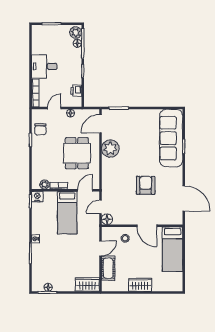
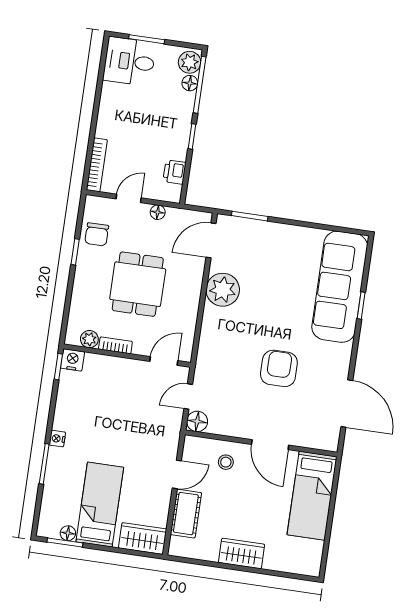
desk: (44, 66) -> (129, 61), moved
dining table: (77, 153) -> (138, 284), moved
bed: (67, 213) -> (100, 505), moved, turned 180

